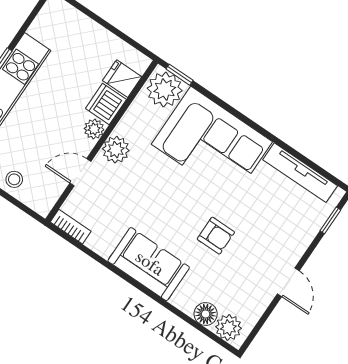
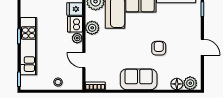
plant: (116, 150) -> (92, 28), moved
door: (80, 172) -> (84, 60), hinge flipped
armchair: (216, 236) -> (159, 48), turned -90

